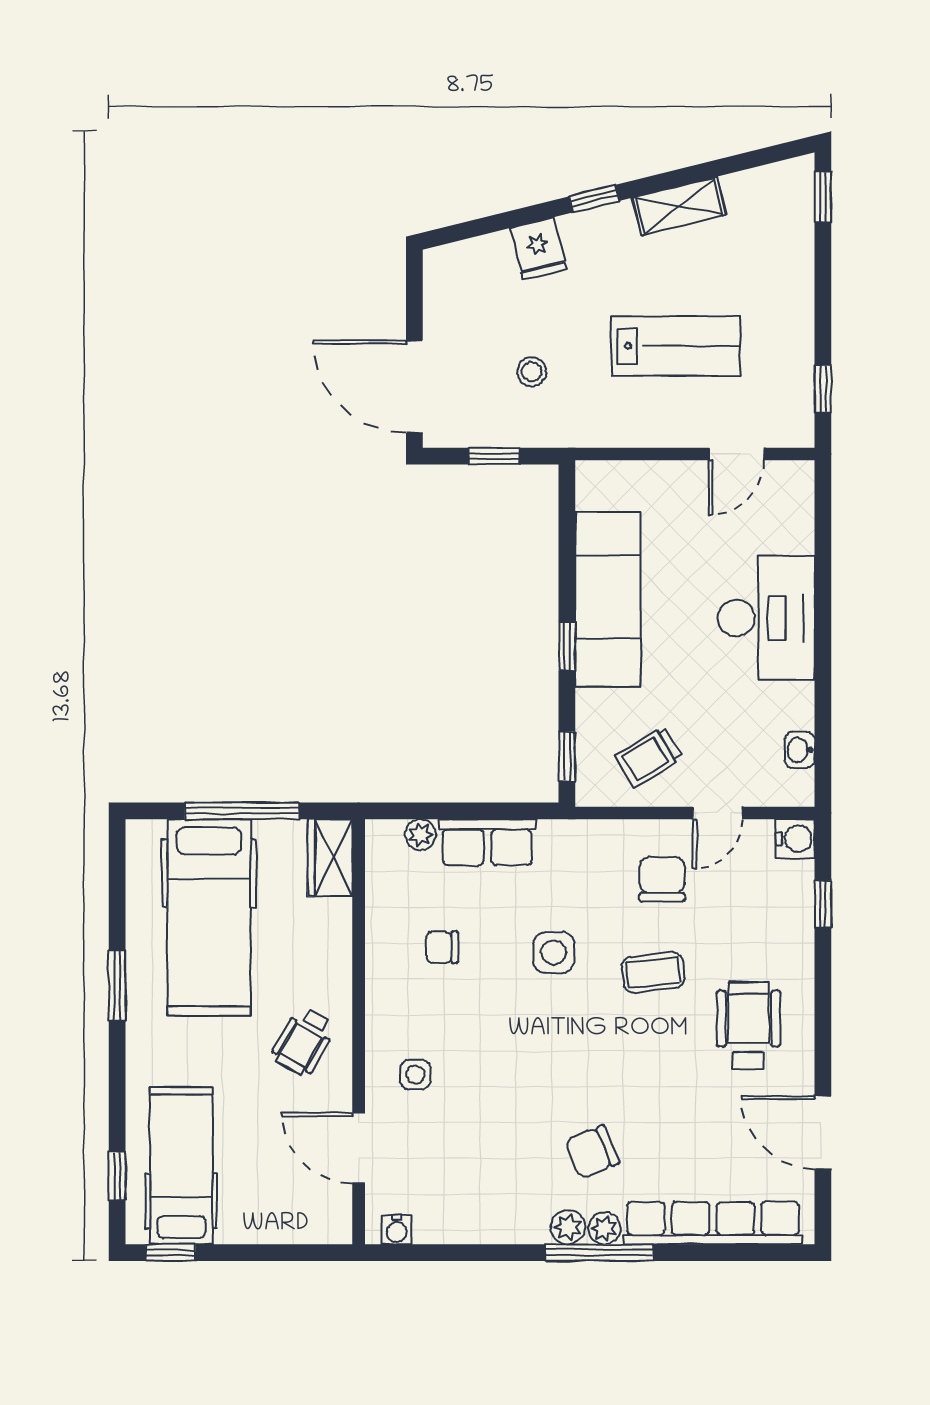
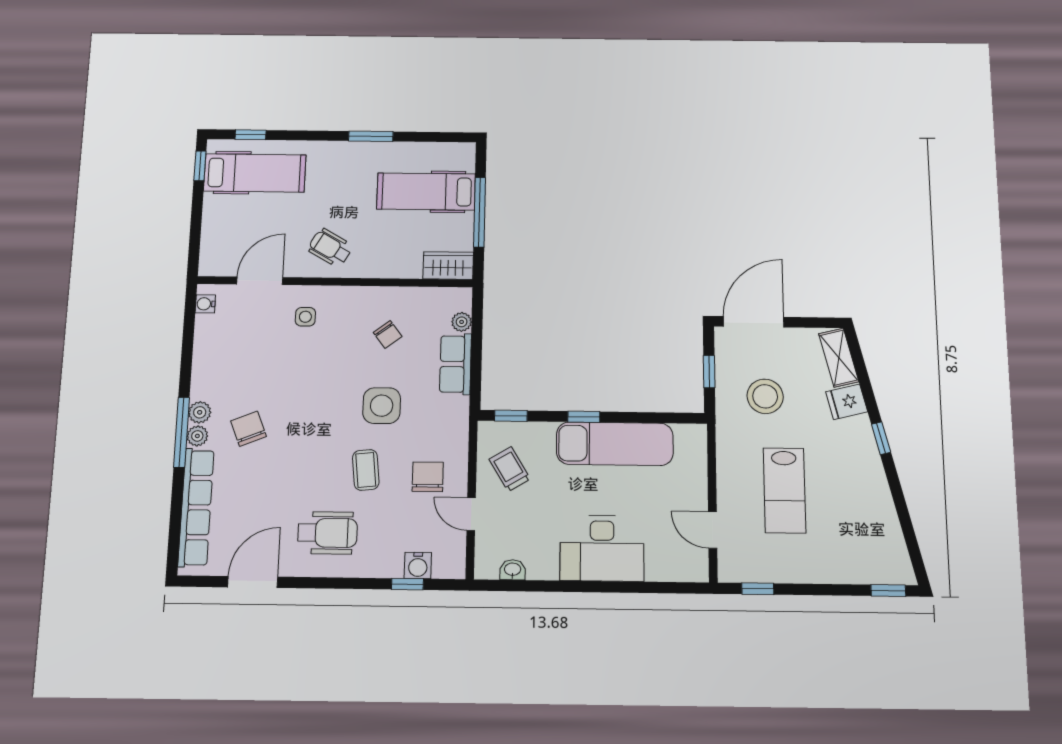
shelving: (679, 206) -> (839, 358), moved
stool: (532, 372) -> (765, 396), width x1.89, depth x1.89
water cooler: (795, 839) -> (418, 565), moved
chair: (662, 879) -> (428, 477), turned -90
hospital bed: (209, 918) -> (426, 192), width x0.73, depth x0.78
chair: (442, 947) -> (388, 334), turned 143
side table: (554, 952) -> (382, 406), width x1.37, depth x1.37

